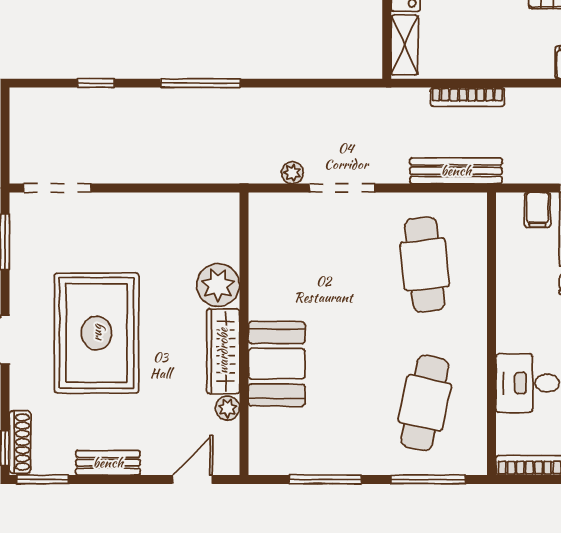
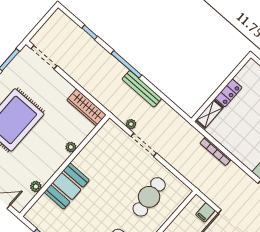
bench: (456, 171) -> (142, 89), moved
plant: (218, 285) -> (71, 147), width x0.53, depth x0.53
wardrobe: (223, 351) -> (86, 107), moved, turned -90

